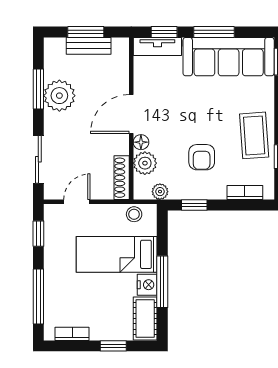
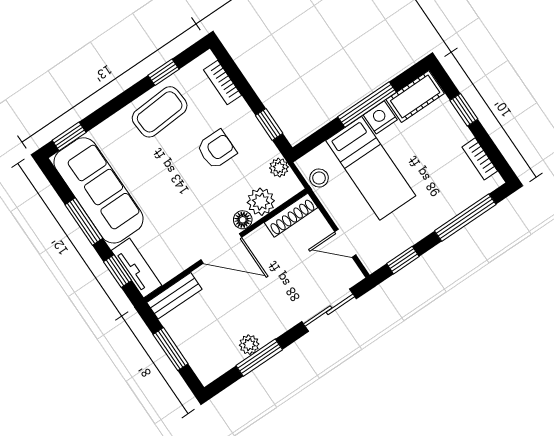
bench: (89, 46) -> (174, 296), moved, turned 90
plant: (59, 96) -> (249, 345), width x0.53, depth x0.53

